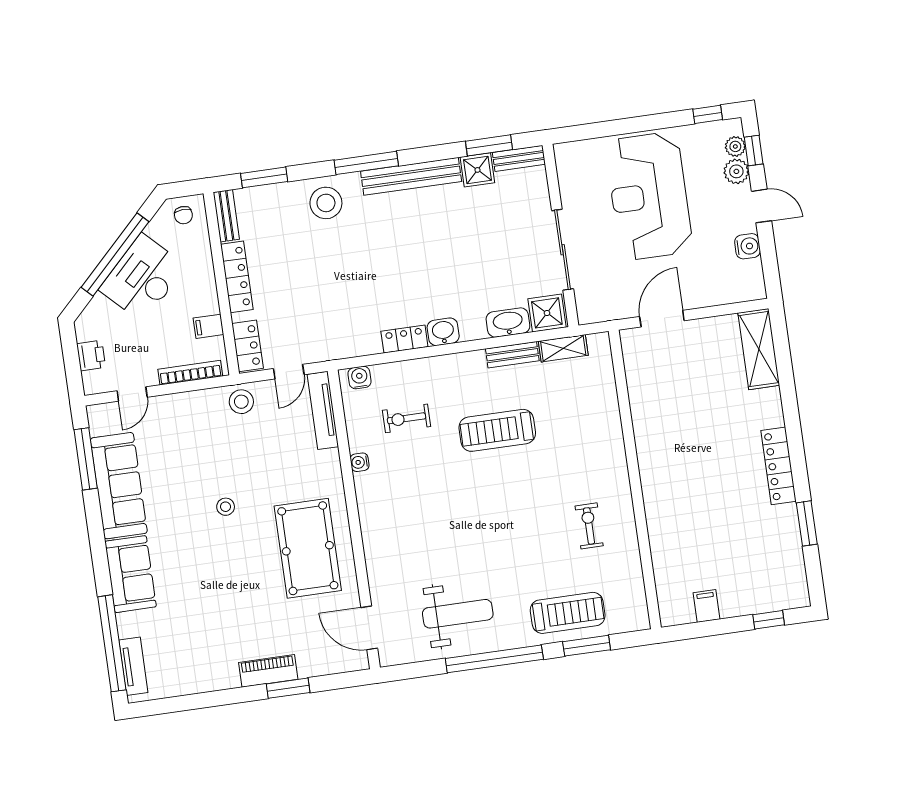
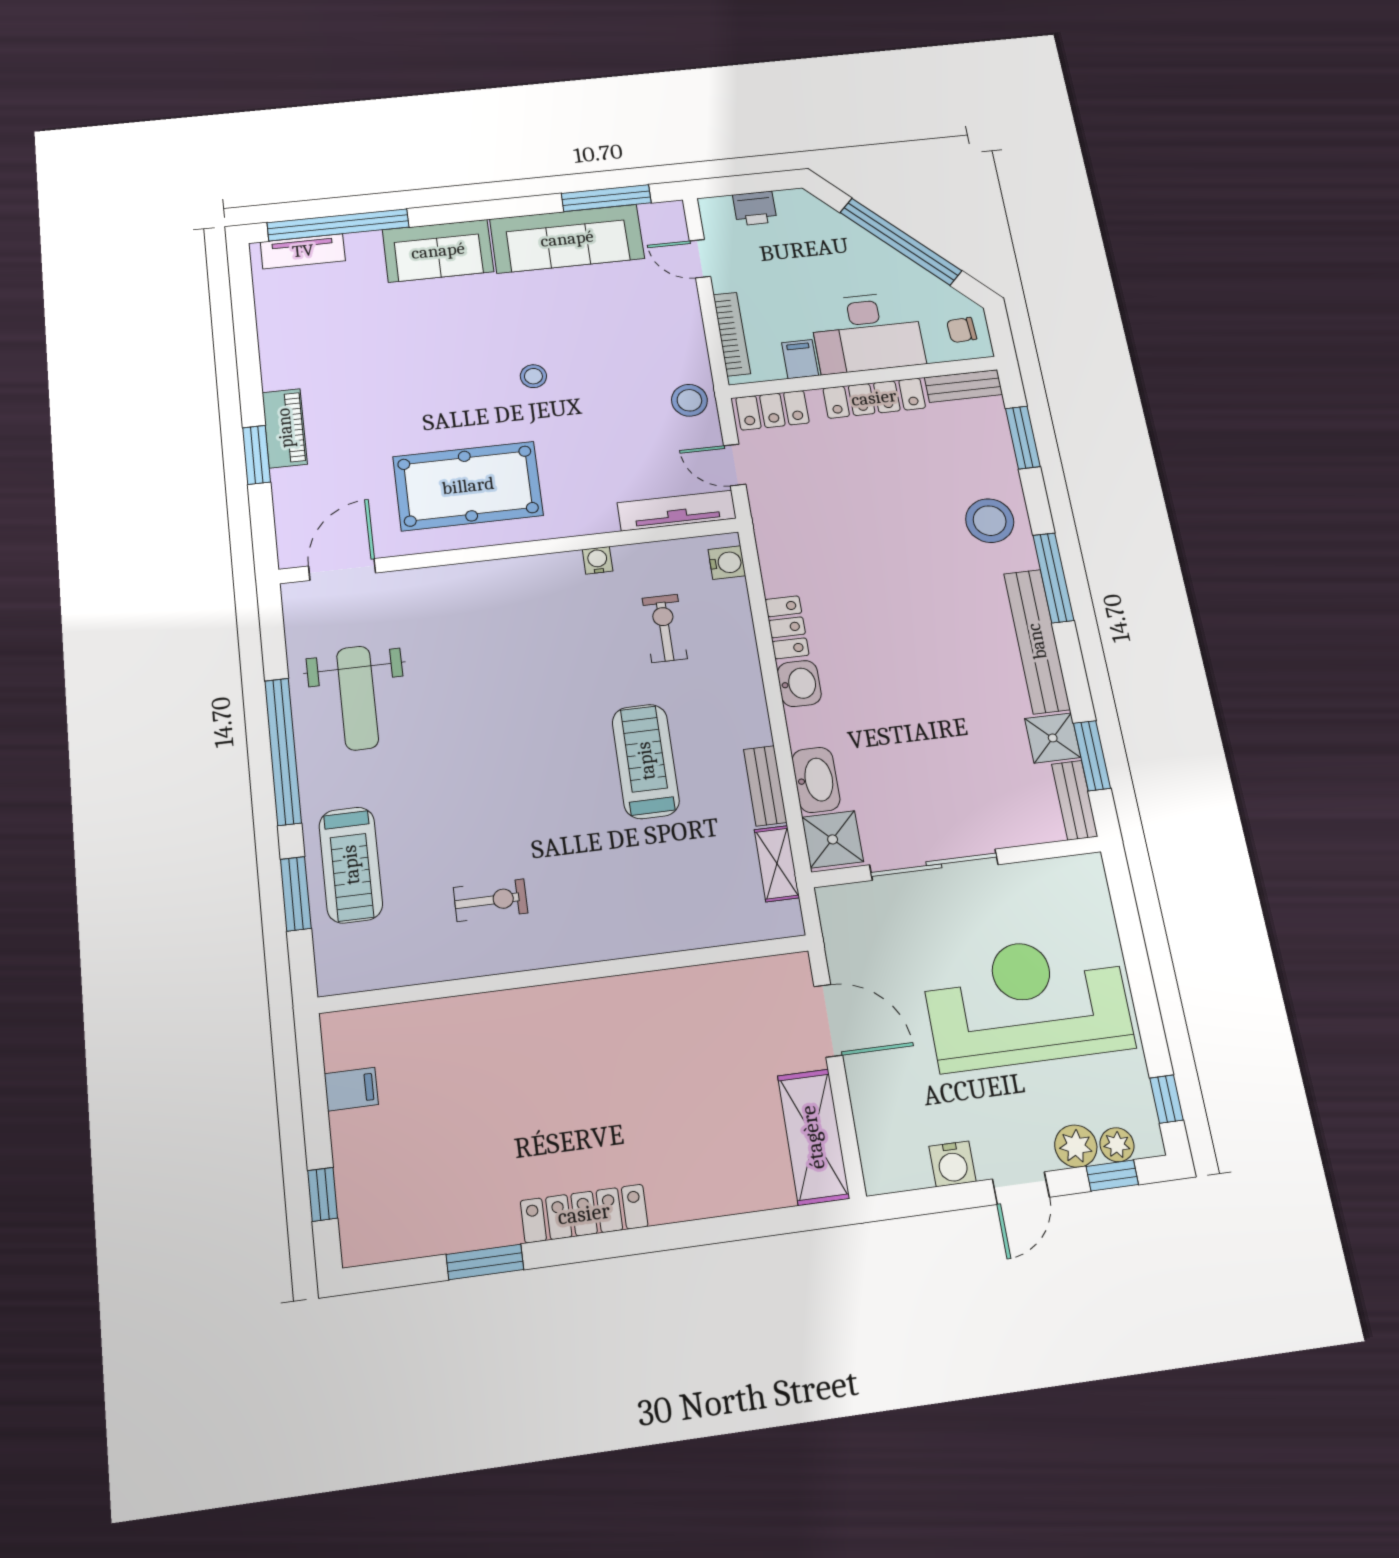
desk: (142, 278) -> (867, 333), moved, turned 135
shelving: (759, 349) -> (813, 1137), moved, turned 90

